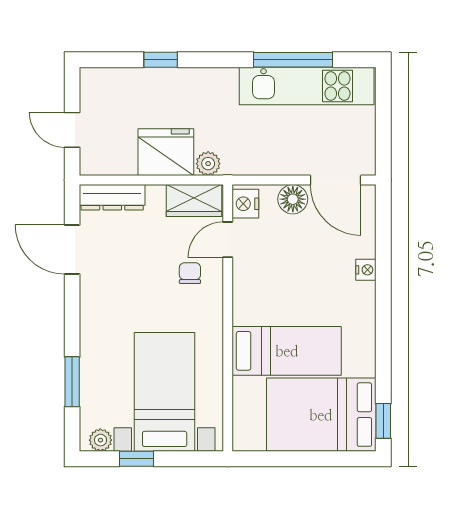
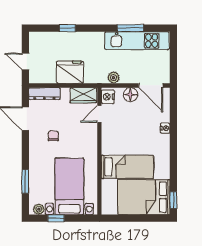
window: (293, 60) -> (130, 28), width x0.69
plant: (208, 164) -> (114, 78), moved
chair: (190, 273) -> (53, 136), moved

